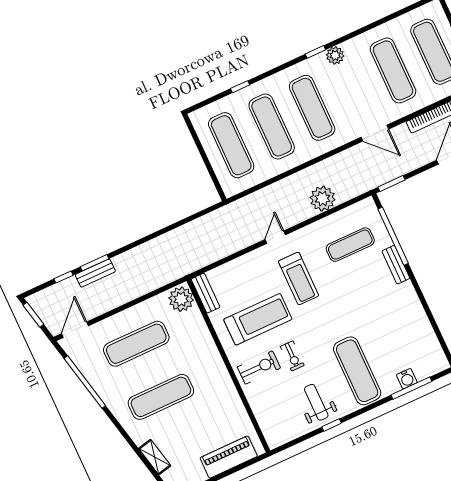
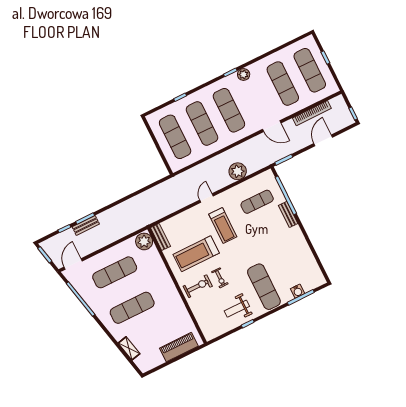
treadmill: (258, 319) -> (196, 254), turned 180
weight bench: (316, 402) -> (237, 309), turned -90

